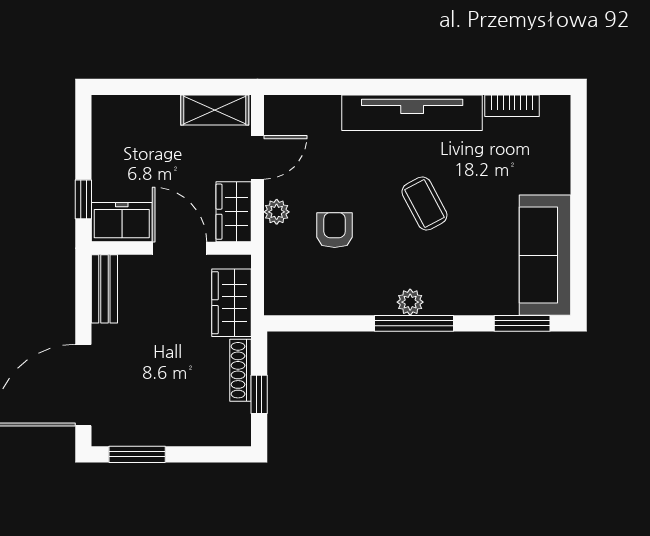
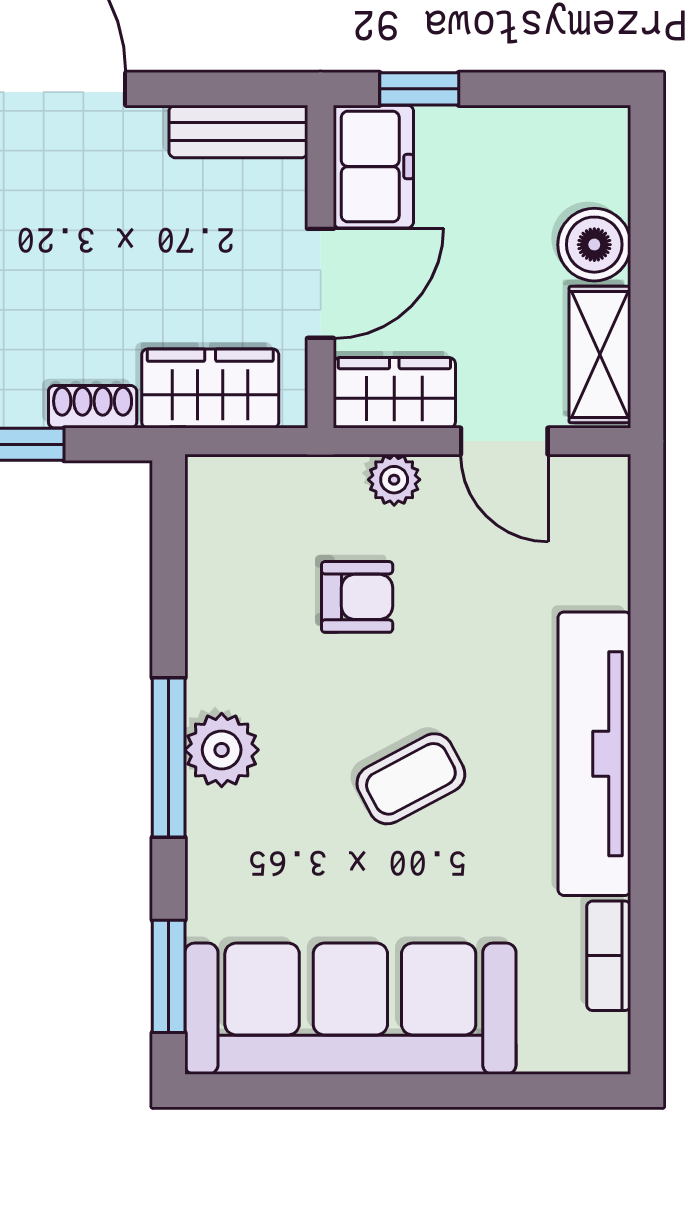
boiler: (160, 113) -> (594, 245), added
sofa: (545, 255) -> (350, 1009), width x1.36, depth x1.27
plant: (410, 302) -> (222, 750), width x1.38, depth x1.38
shoe rack: (241, 370) -> (93, 407), width x0.70

